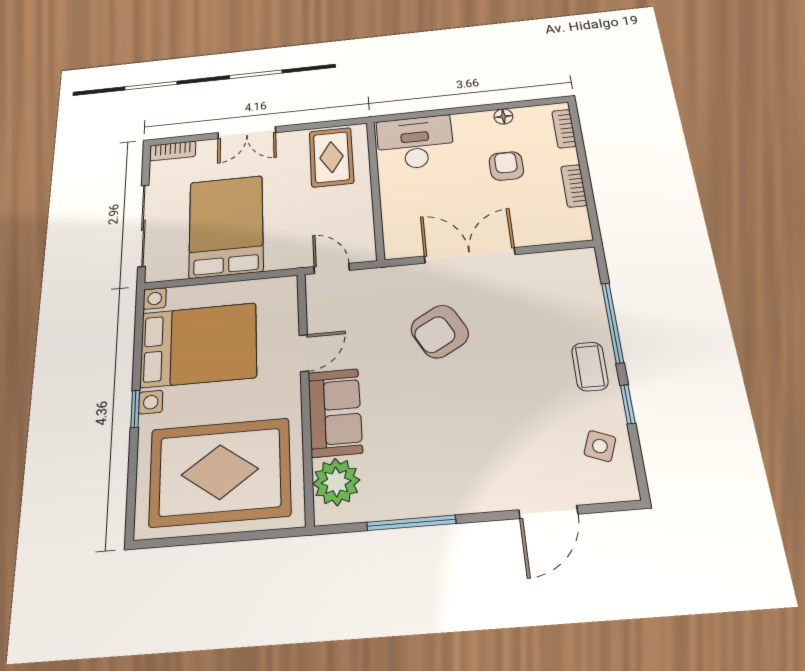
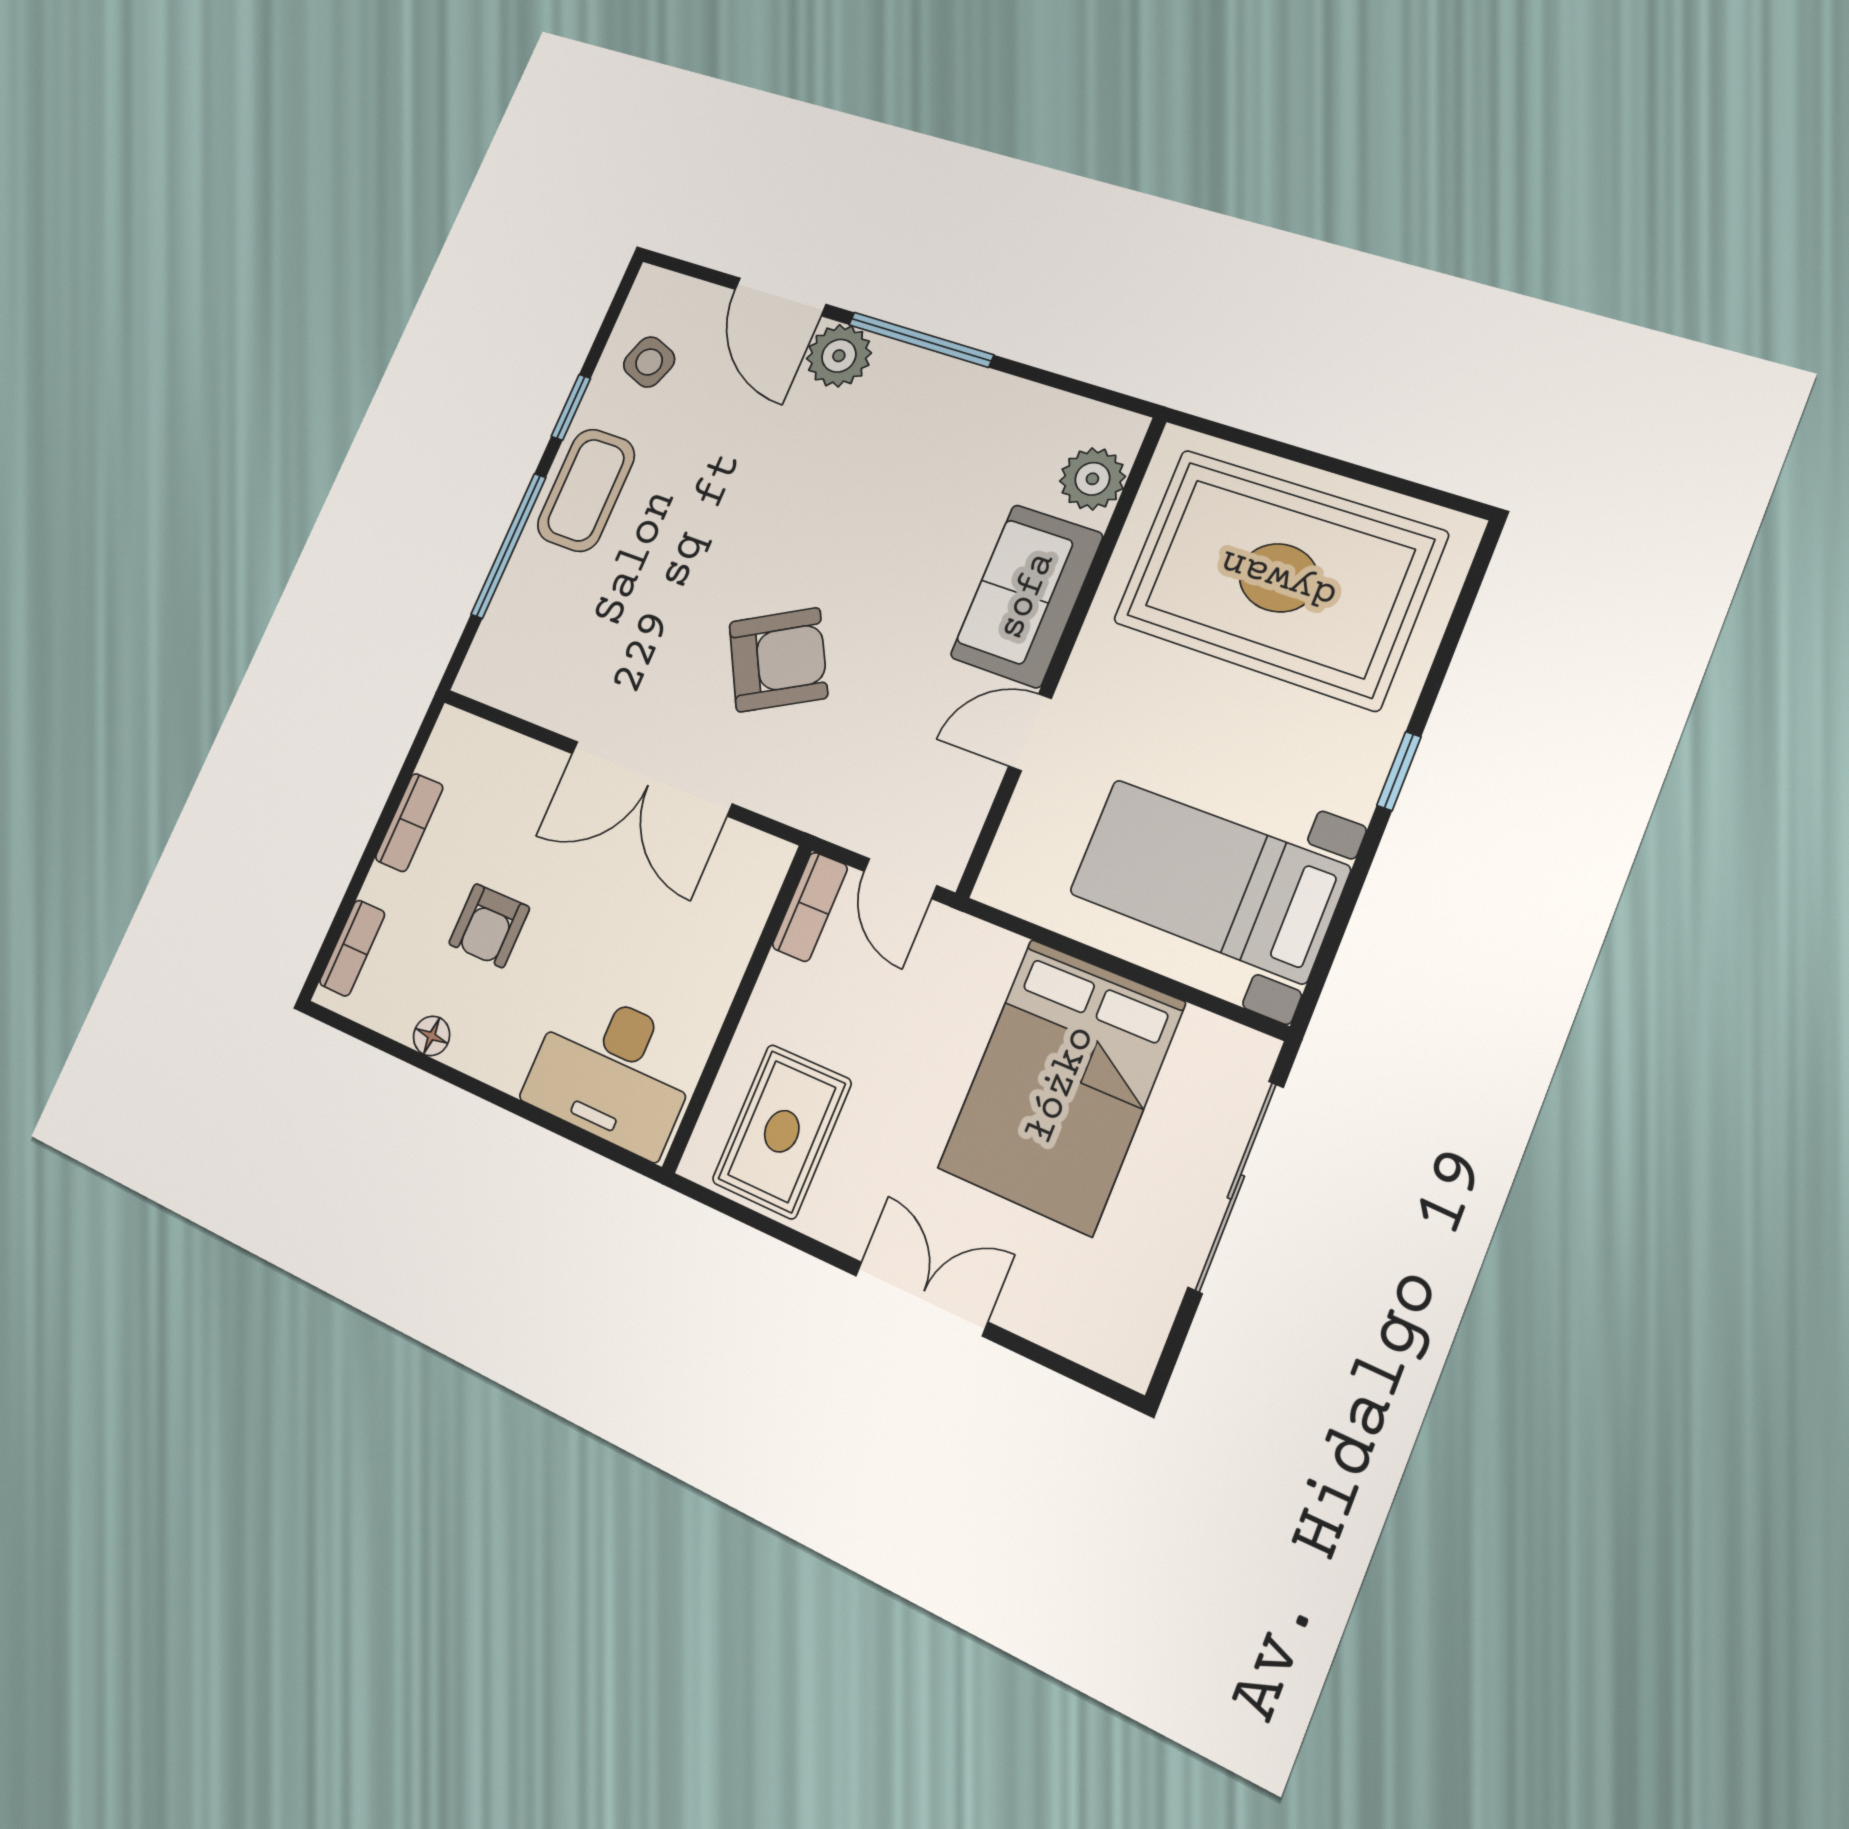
bookcase: (173, 151) -> (810, 907), moved, turned 90
bed with nightstands: (199, 345) -> (1208, 880), width x0.73
coffee table: (590, 367) -> (586, 490), width x1.36, depth x1.30
plant: (336, 482) -> (1092, 479), width x0.73, depth x0.73
plant: (496, 492) -> (839, 356), added
door: (548, 512) -> (780, 297), swing flipped
window: (411, 523) -> (921, 340), moved

